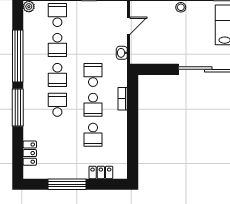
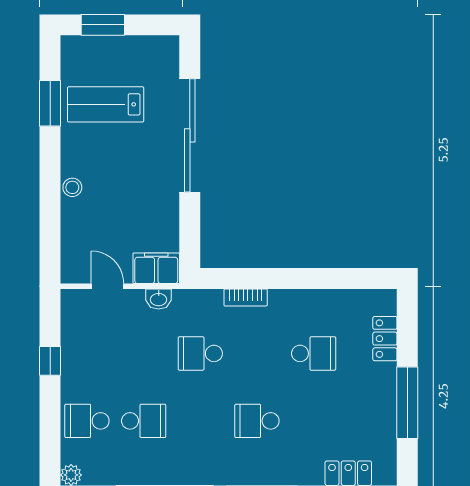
filing cabinet: (138, 52) -> (156, 268), added
school desk: (57, 75) -> (200, 421), removed
school desk: (93, 105) -> (257, 353), removed

